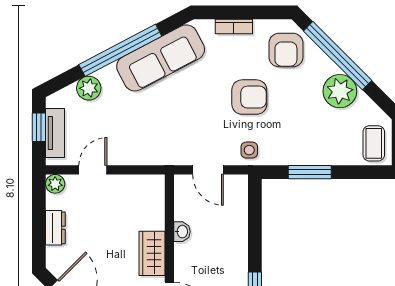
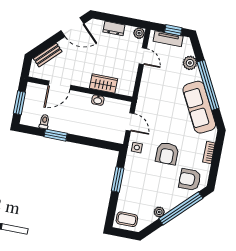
plant: (340, 91) -> (159, 212), width x0.53, depth x0.53
door: (208, 170) -> (130, 122), swing flipped
wardrobe: (152, 253) -> (103, 83), moved

